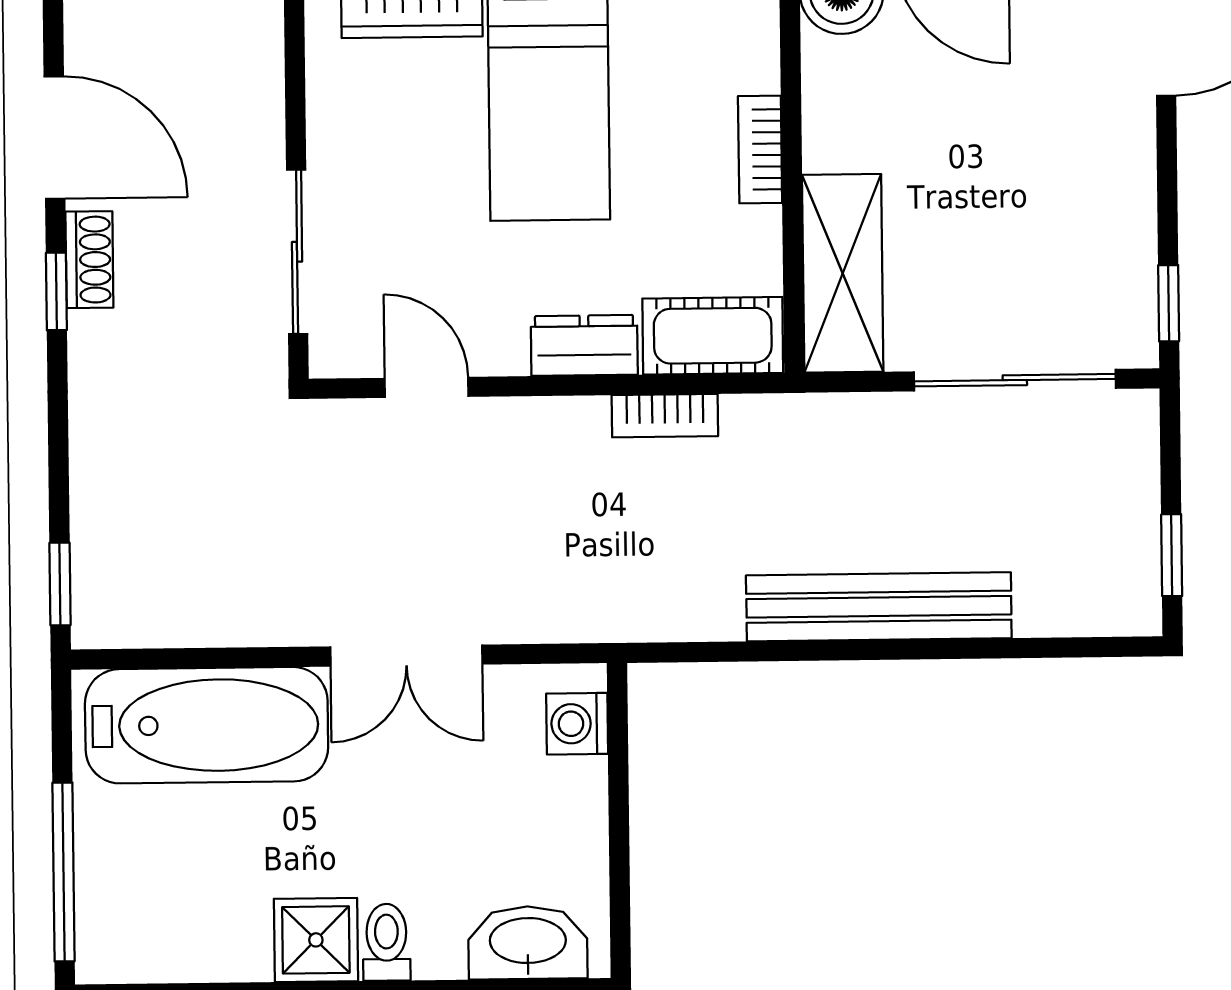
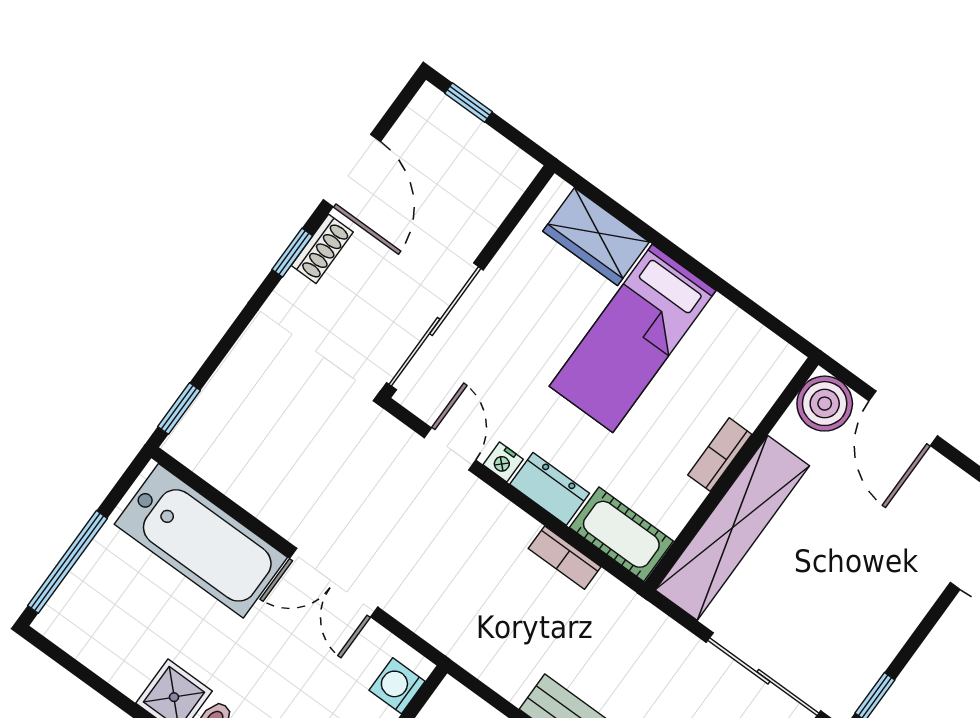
sliding door: (297, 252) -> (435, 326), width x1.37
shelving: (843, 273) -> (732, 528), width x1.47
nightstand: (503, 355) -> (503, 462), added

